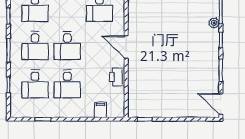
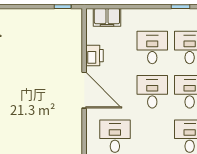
door: (126, 47) -> (84, 90), width x1.36
filing cabinet: (100, 110) -> (107, 17), width x2.00

